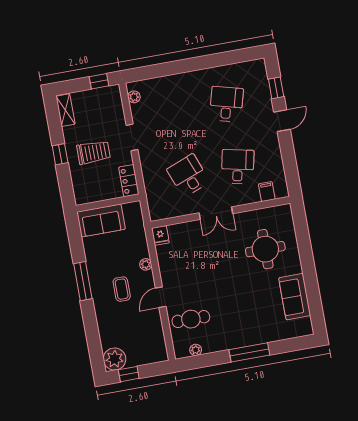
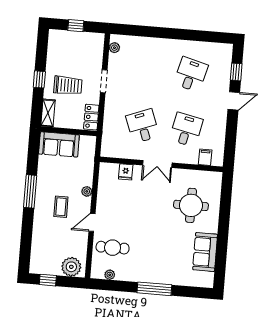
window: (99, 81) -> (76, 26), moved
shelving: (65, 110) -> (48, 113), moved
fridge: (160, 235) -> (126, 172), moved
plant: (115, 359) -> (71, 267), moved

